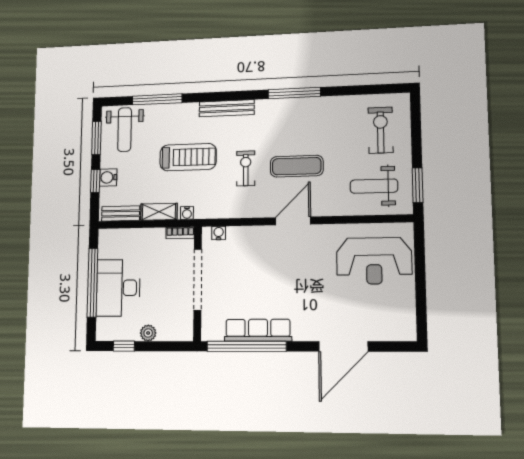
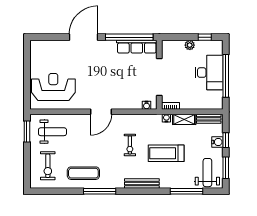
exercise mat: (297, 166) -> (83, 173), moved
row of seats: (258, 330) -> (137, 47), moved
door: (343, 347) -> (84, 37), moved

